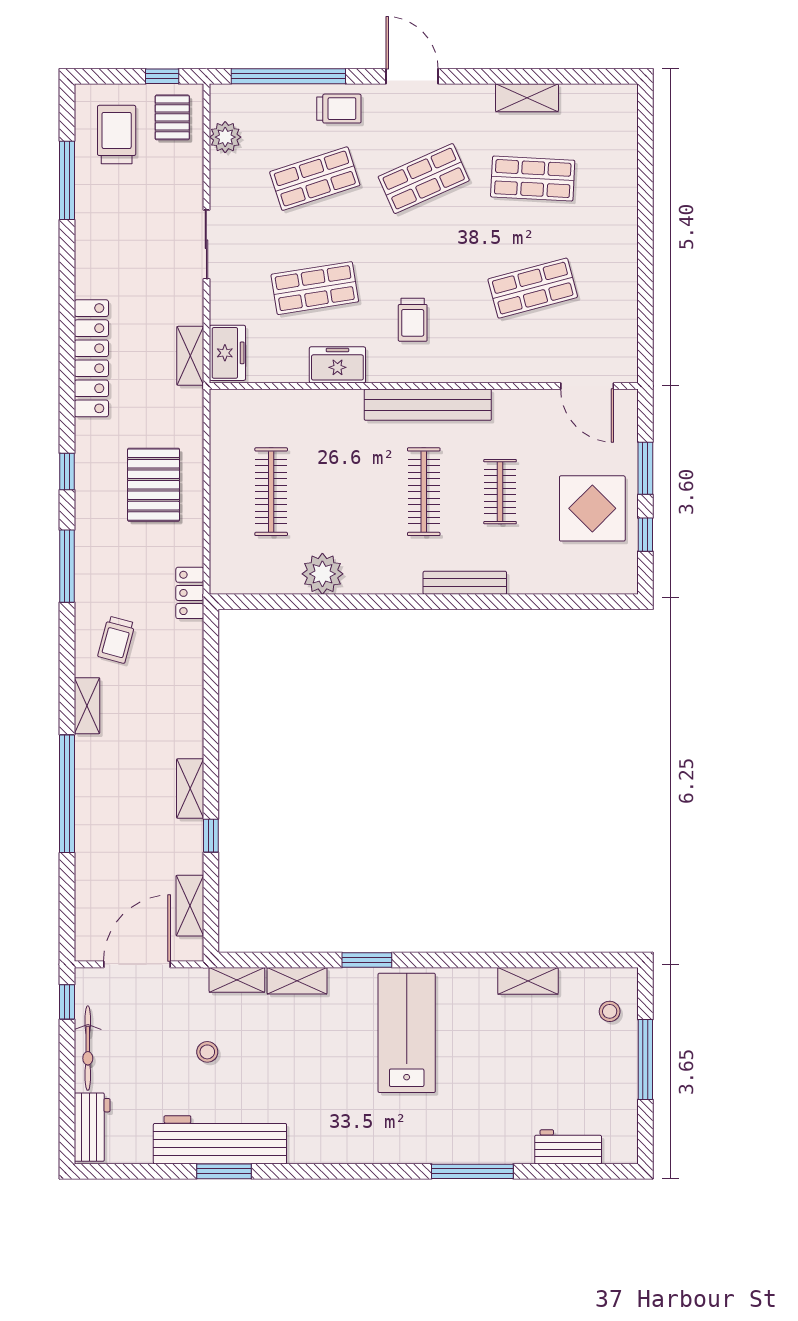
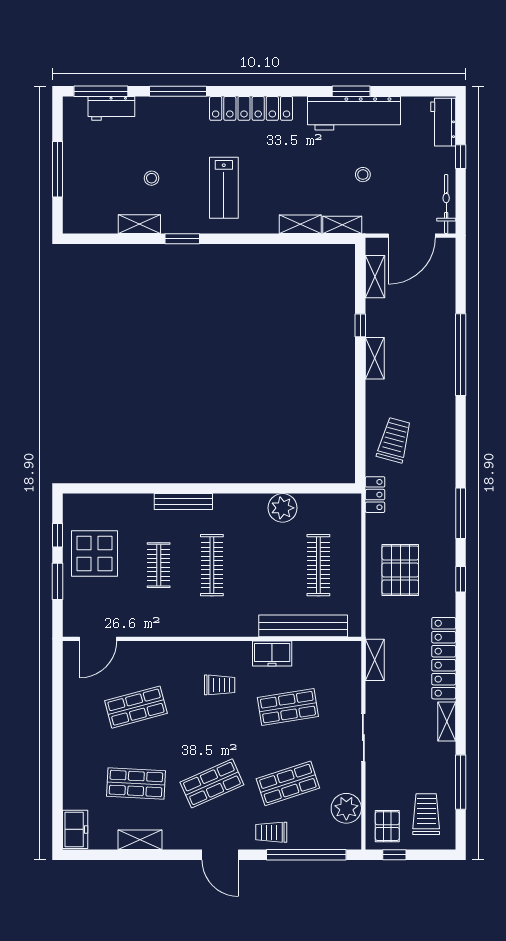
trolley: (117, 135) -> (426, 814), turned 180
plant: (225, 137) -> (346, 808), width x1.36, depth x1.36
trolley: (413, 320) -> (220, 685), turned 90
freezer: (227, 353) -> (75, 829), moved, turned 180
door: (587, 386) -> (98, 639), swing flipped
bench: (428, 405) -> (303, 626), moved
trolley: (116, 640) -> (394, 440), moved, width x1.36, depth x1.39
shelving: (87, 706) -> (447, 721), moved
window: (367, 960) -> (182, 239), moved
window: (67, 1002) -> (461, 157), moved
stool: (610, 1011) -> (151, 178), moved
lab bench: (407, 1033) -> (224, 188), width x0.73, depth x0.72
bicycle: (88, 1048) -> (446, 204), moved
locker: (368, 1147) -> (251, 108), added
window: (583, 1171) -> (101, 91), added

